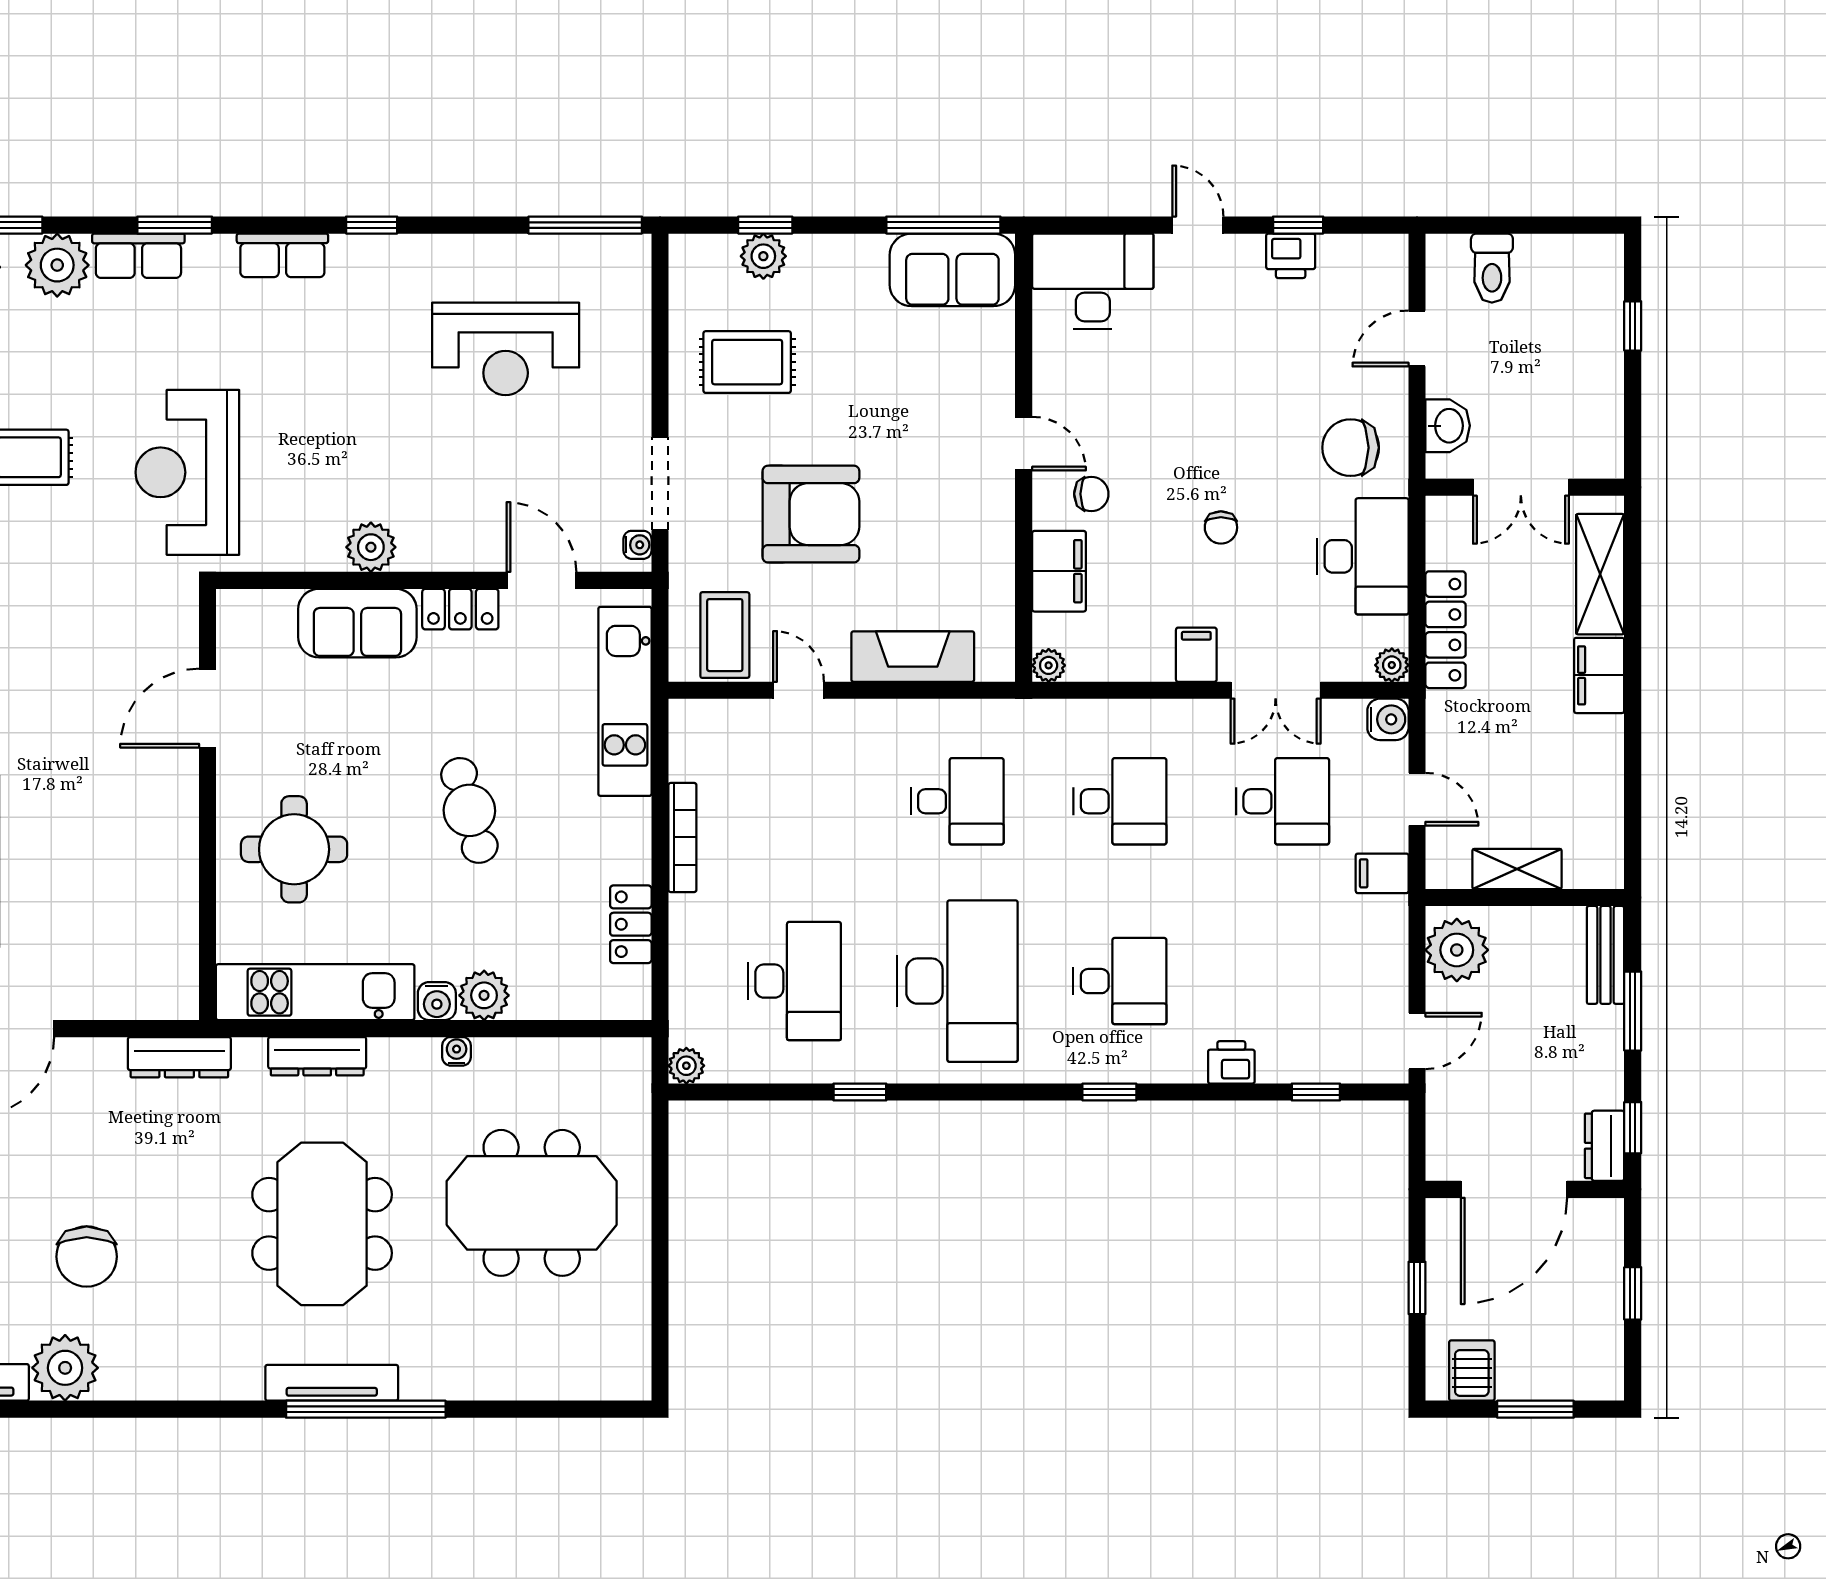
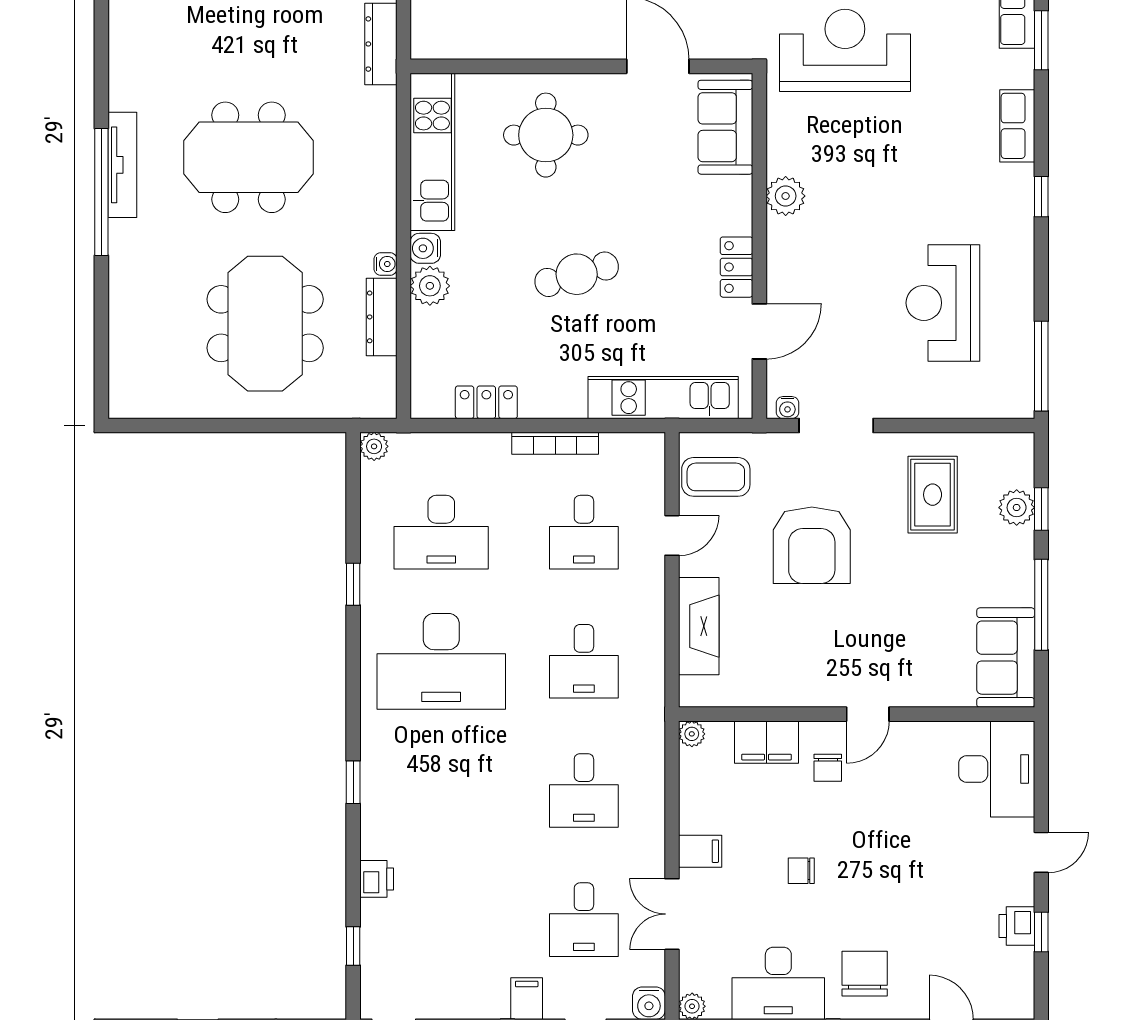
window: (943, 225) -> (1041, 605), moved
sofa: (357, 623) -> (725, 127), moved
desk: (1120, 981) -> (584, 532), moved
dresser: (317, 1056) -> (382, 317), moved

